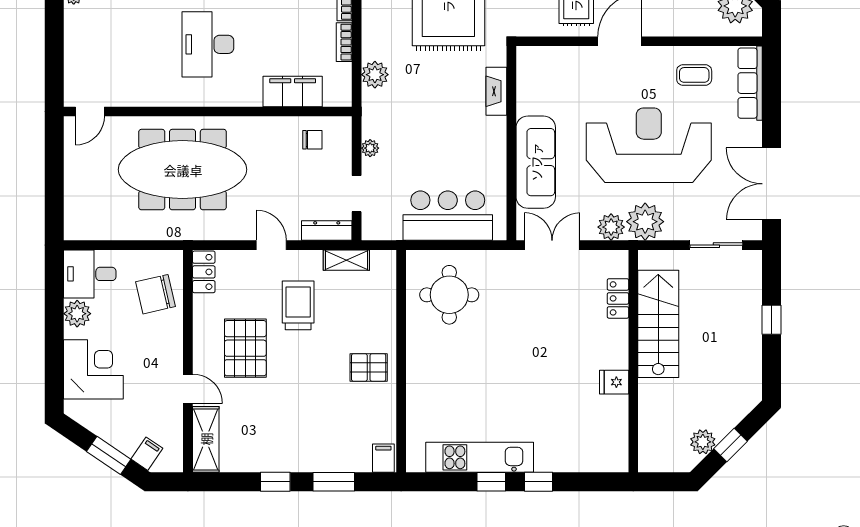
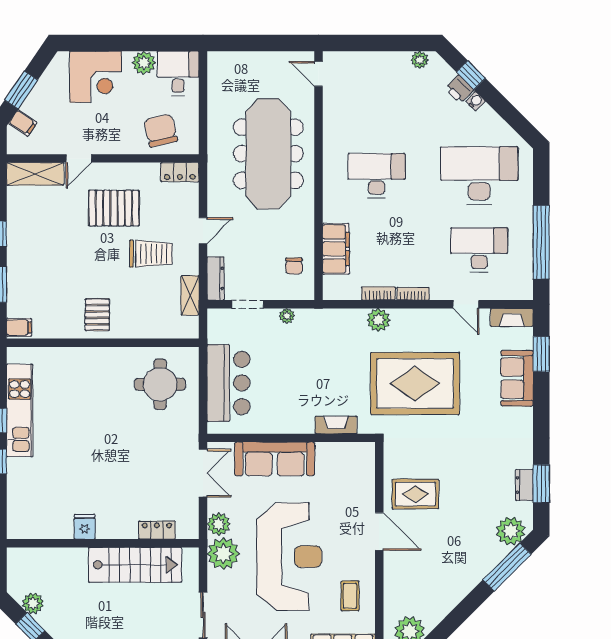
plant: (375, 75) -> (378, 320), moved

